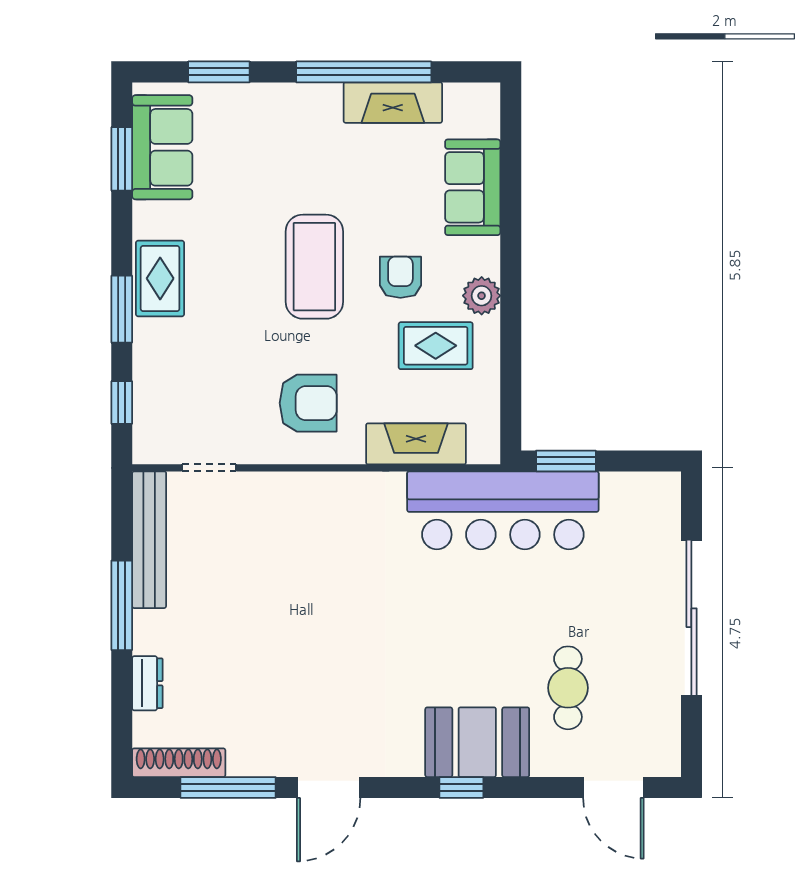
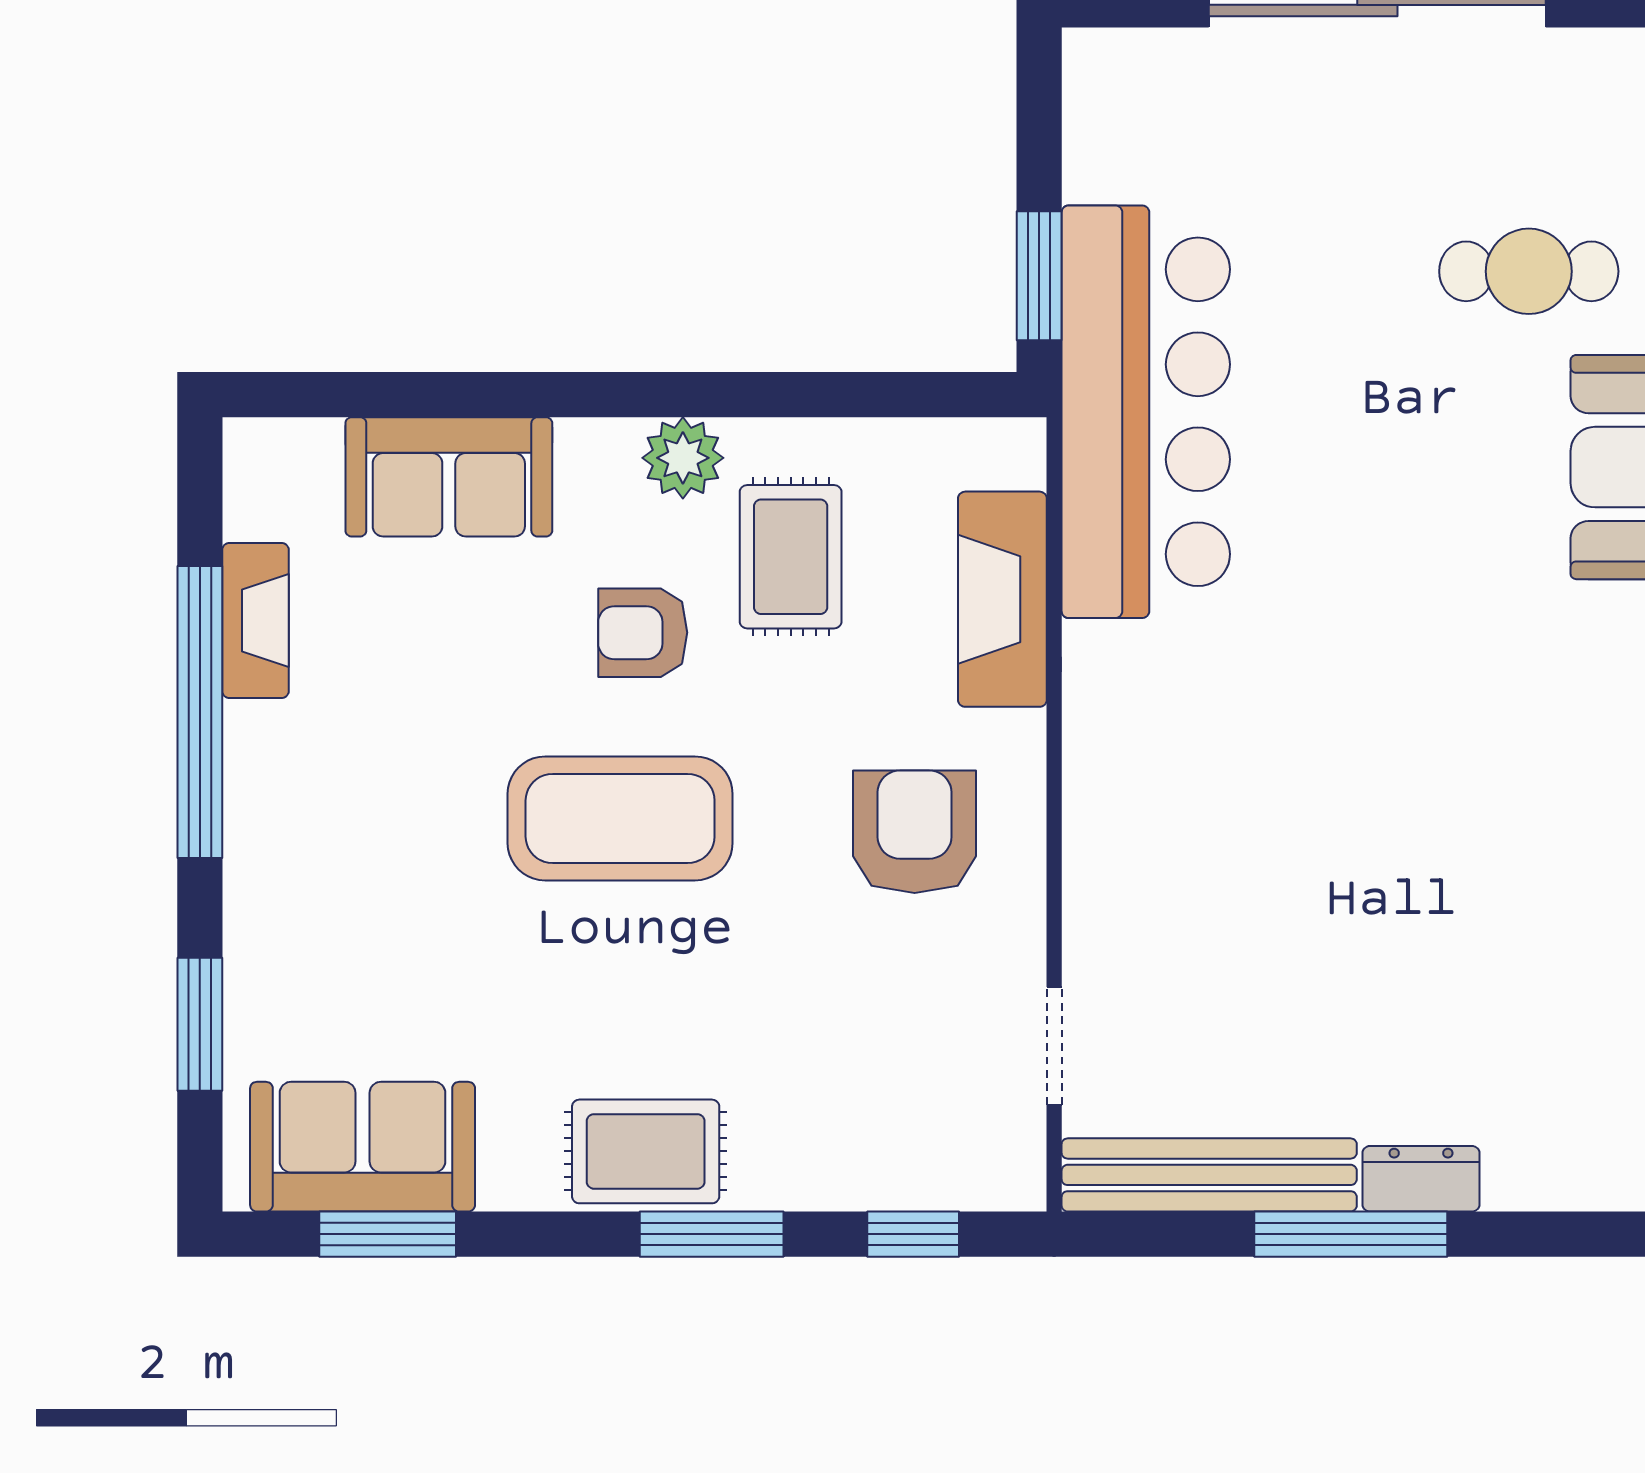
fireplace: (393, 103) -> (255, 620), width x0.73, depth x0.76
dresser: (147, 683) -> (1421, 1179), moved

